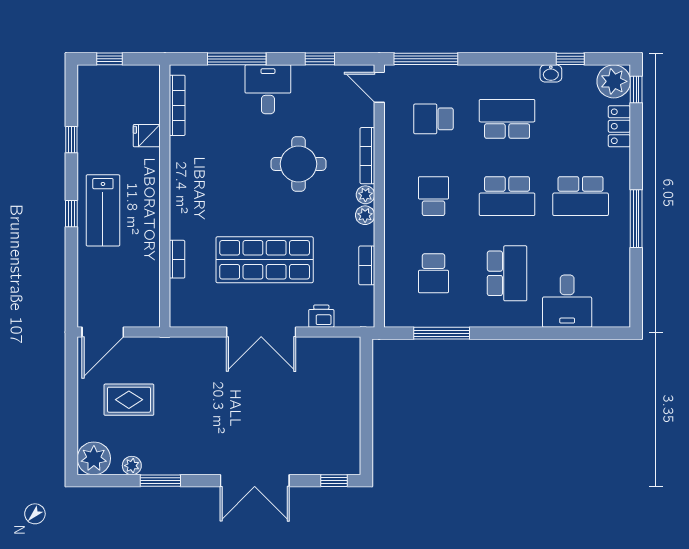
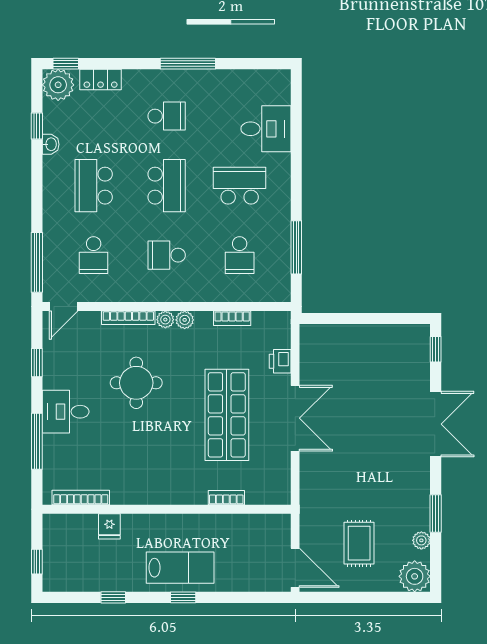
school desk: (581, 196) -> (167, 116), width x0.54
school desk: (434, 273) -> (240, 255), turned 90

